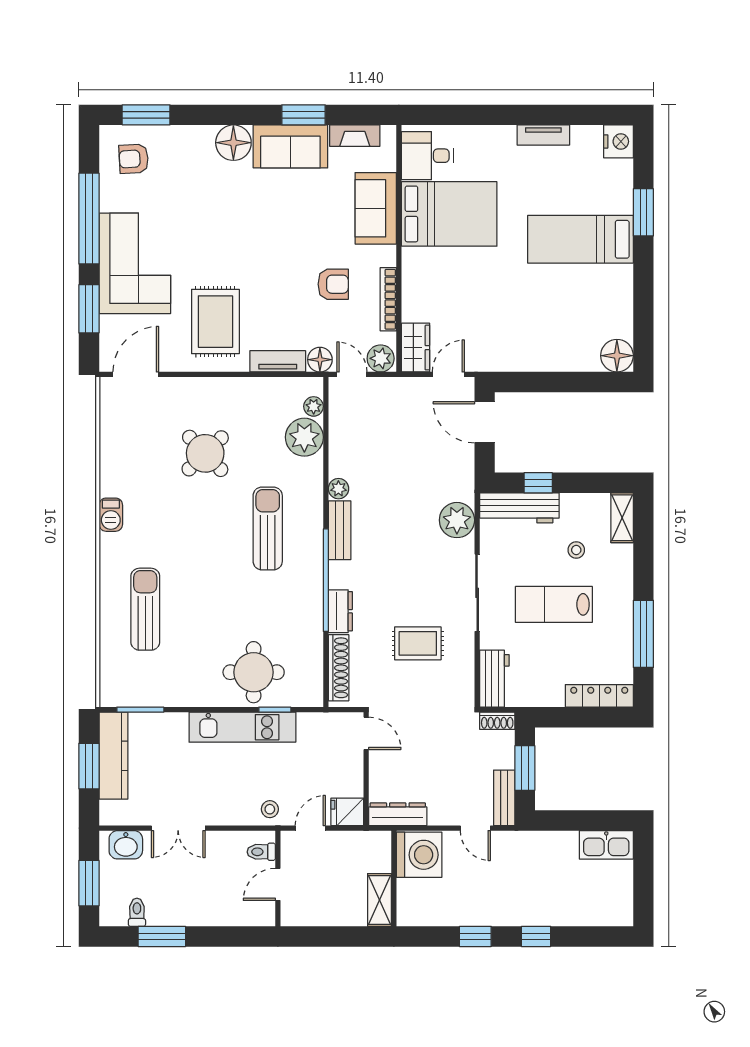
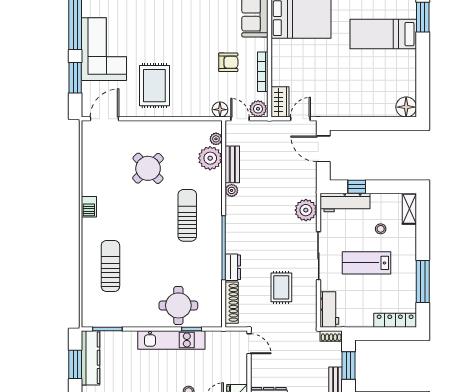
tv unit: (278, 361) -> (194, 111), removed
bench: (340, 530) -> (232, 164), moved
rug: (418, 643) -> (281, 287), turned 90

